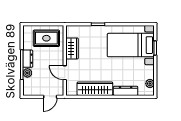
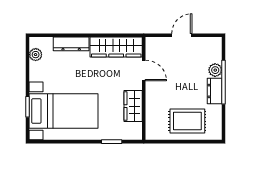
wardrobe: (72, 48) -> (133, 106), moved
wall: (65, 60) -> (144, 88), moved
door: (65, 73) -> (144, 71), moved

